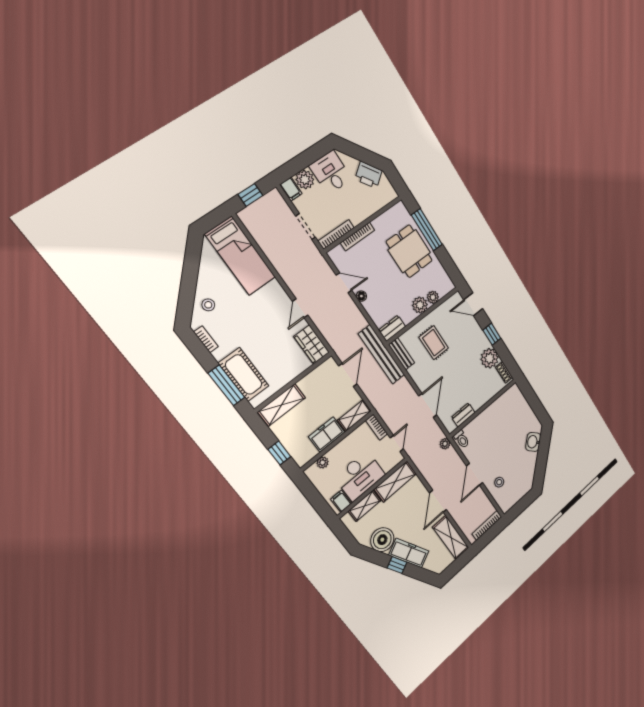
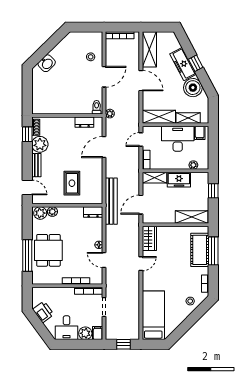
plant: (420, 305) -> (40, 213), moved
window: (492, 334) -> (27, 134), moved
bench: (402, 354) -> (36, 165), moved
door: (438, 501) -> (141, 81), hinge flipped

